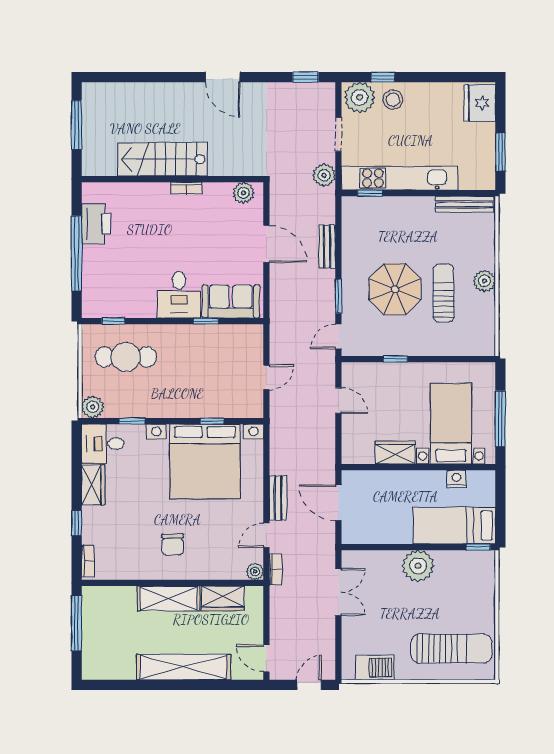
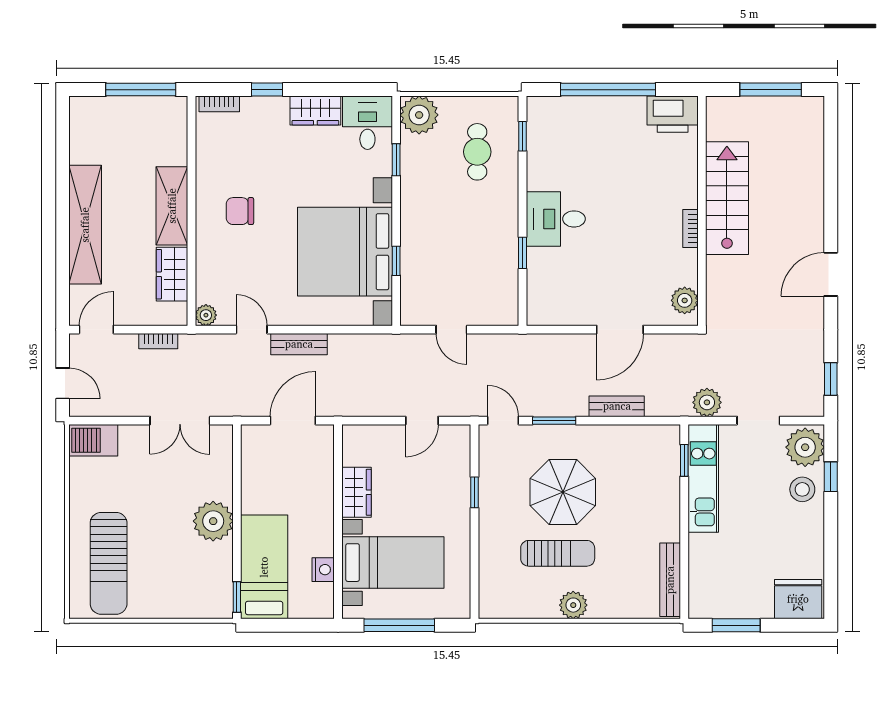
kitchen unit: (400, 178) -> (703, 478), width x0.73
printer: (96, 224) -> (673, 114), moved
sofa: (231, 301) -> (547, 285), removed
cafe table: (126, 357) -> (477, 152), width x0.73, depth x0.74
plant: (93, 407) -> (419, 115), width x1.36, depth x1.36
bookcase: (276, 569) -> (158, 341), moved
barbecue: (375, 667) -> (93, 440), moved, turned 90

